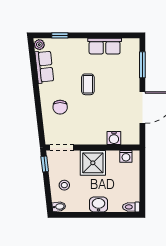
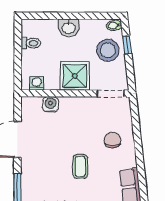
window: (45, 164) -> (127, 45), moved
stool: (64, 185) -> (108, 50), width x1.89, depth x1.89
toilet: (131, 207) -> (31, 43), moved

